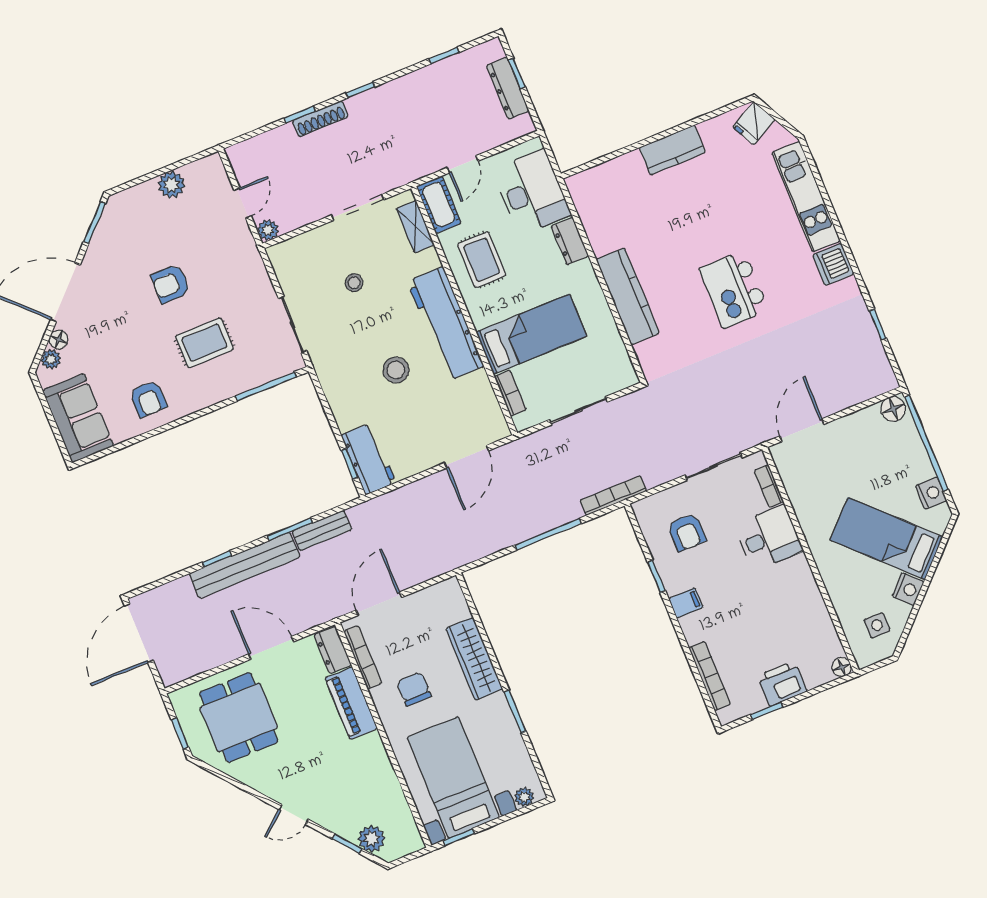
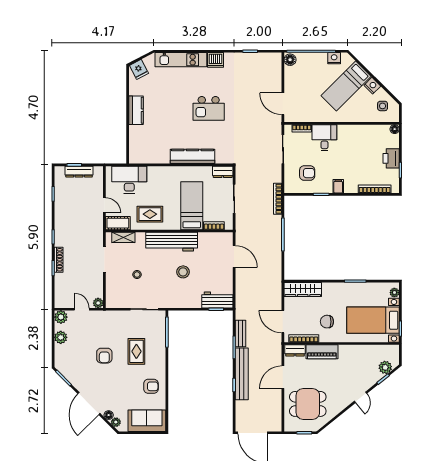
plant: (211, 169) -> (61, 317), added
dresser: (570, 241) -> (223, 172), moved
wardrobe: (474, 659) -> (303, 290), moved

